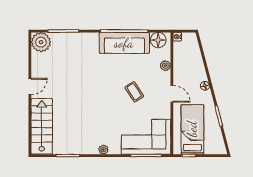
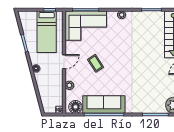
door: (172, 94) -> (64, 62), swing flipped

